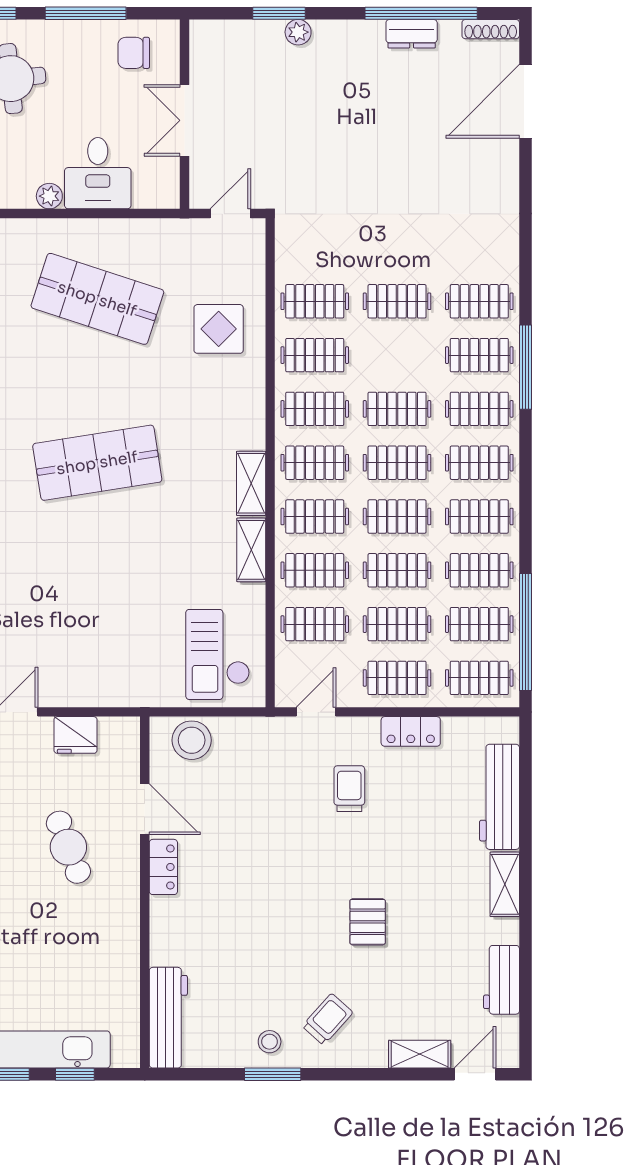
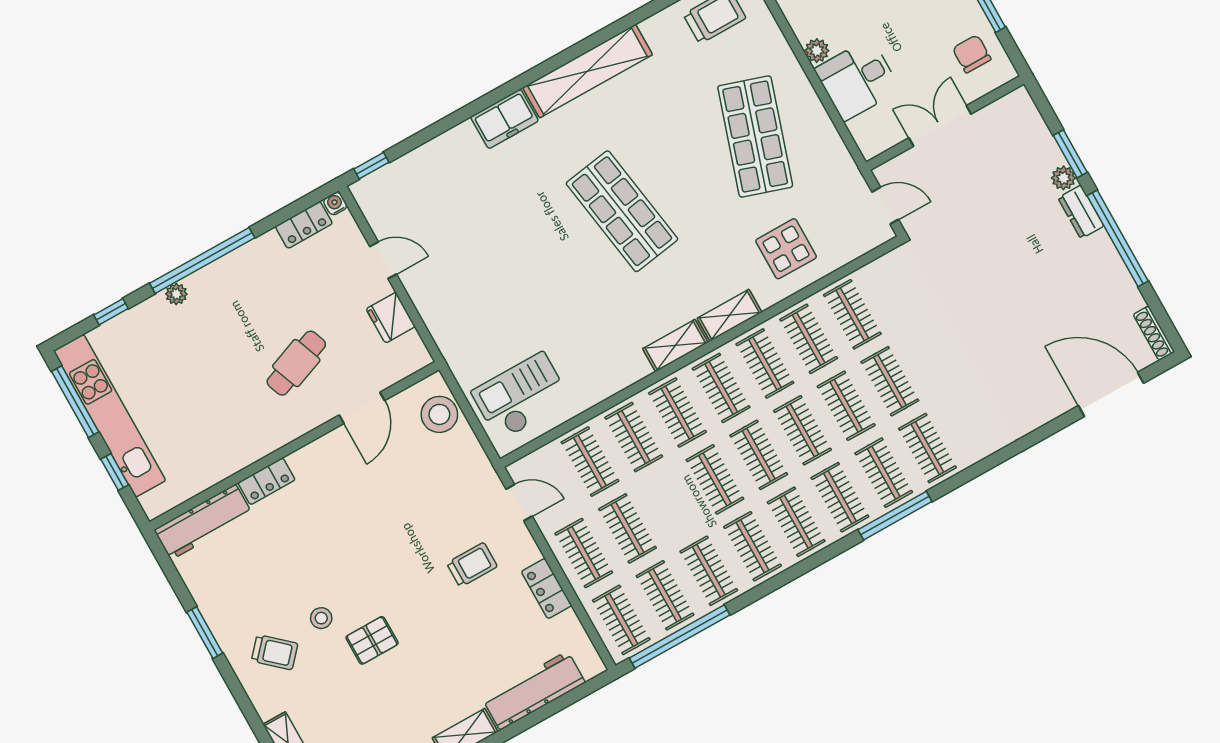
window: (421, 13) -> (1118, 238), moved
dresser: (412, 34) -> (1081, 212), moved
shelving: (251, 550) -> (729, 315), moved
clothes rail: (397, 570) -> (846, 406), moved
locker: (163, 867) -> (267, 481), moved
stool: (270, 1042) -> (321, 618), moved

